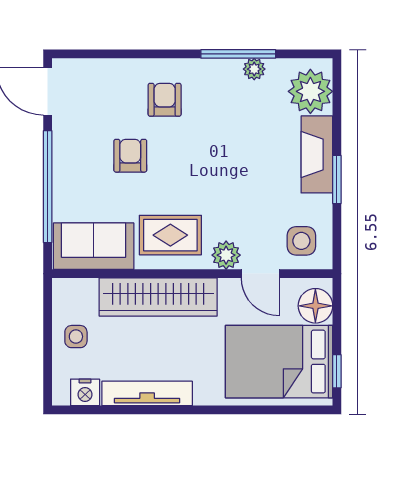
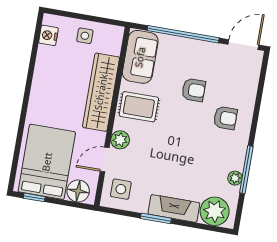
rug: (170, 235) -> (139, 107), turned 90
tv unit: (147, 393) -> (41, 75), removed

